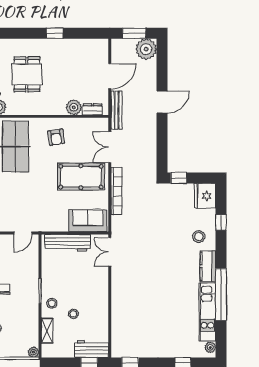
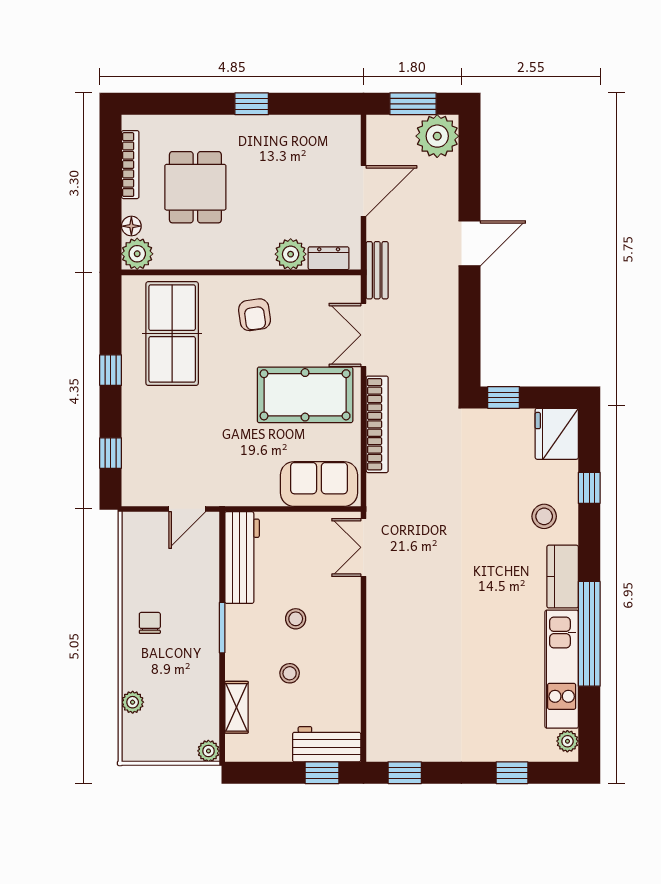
bench: (116, 110) -> (377, 270), width x0.73
workbench: (67, 243) -> (242, 558), moved, turned -90
stool: (52, 303) -> (296, 619), moved

